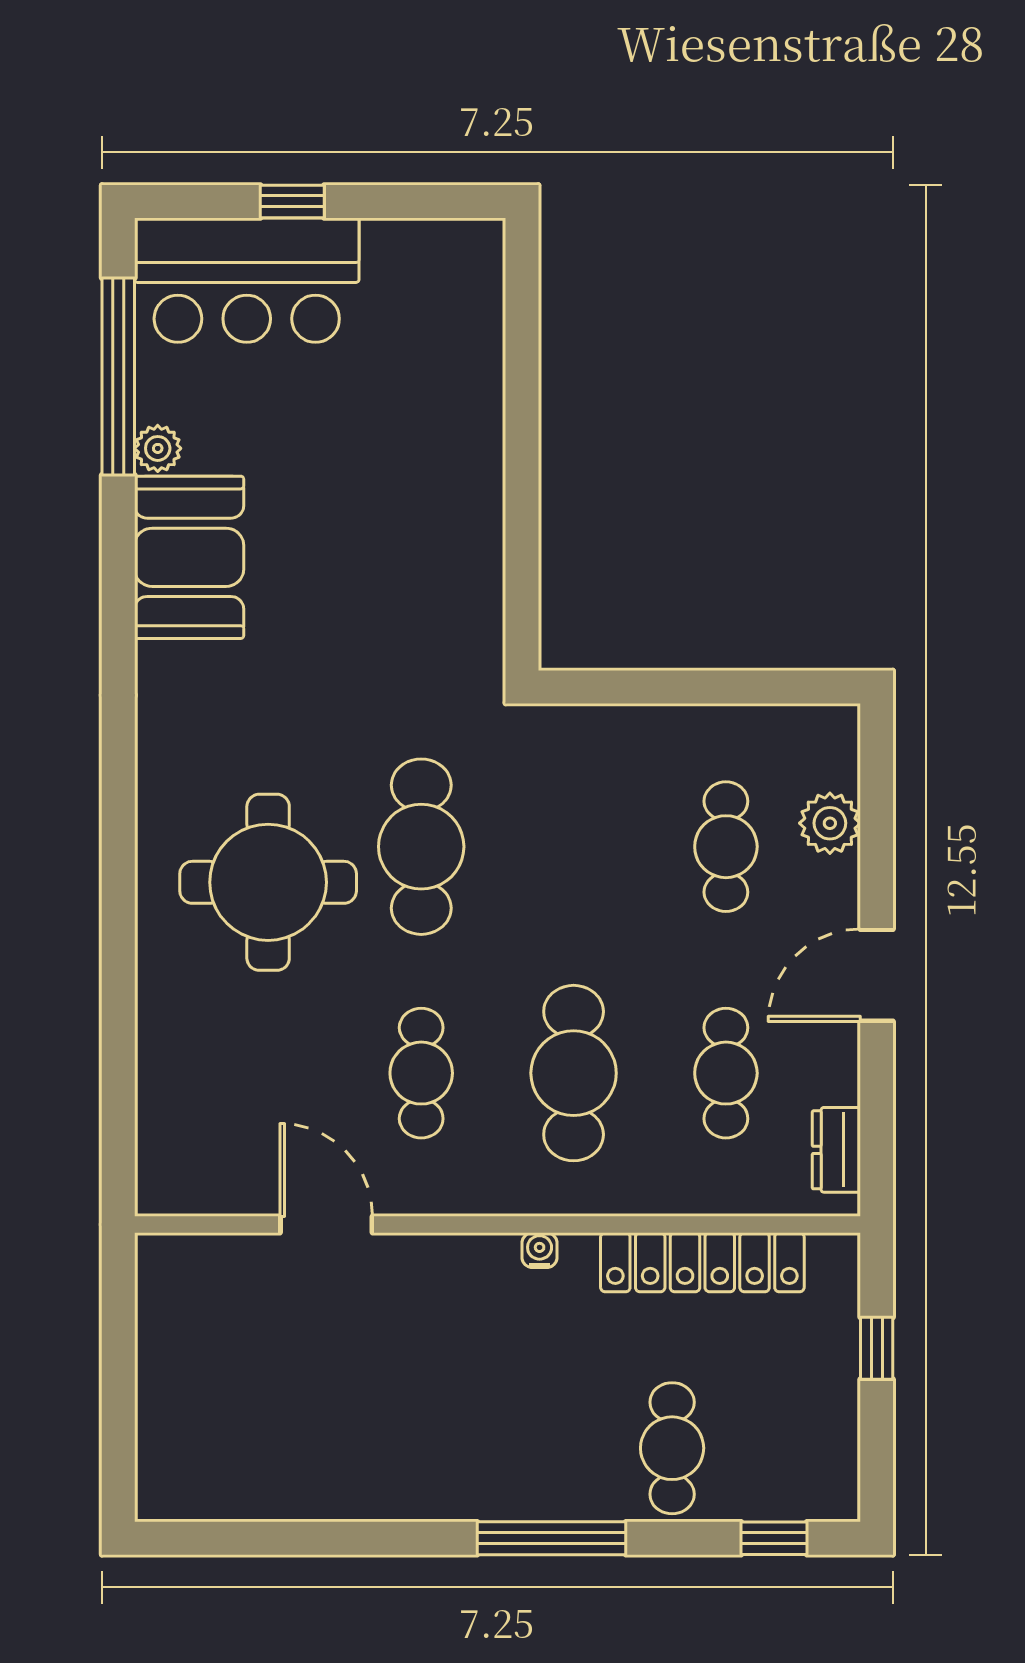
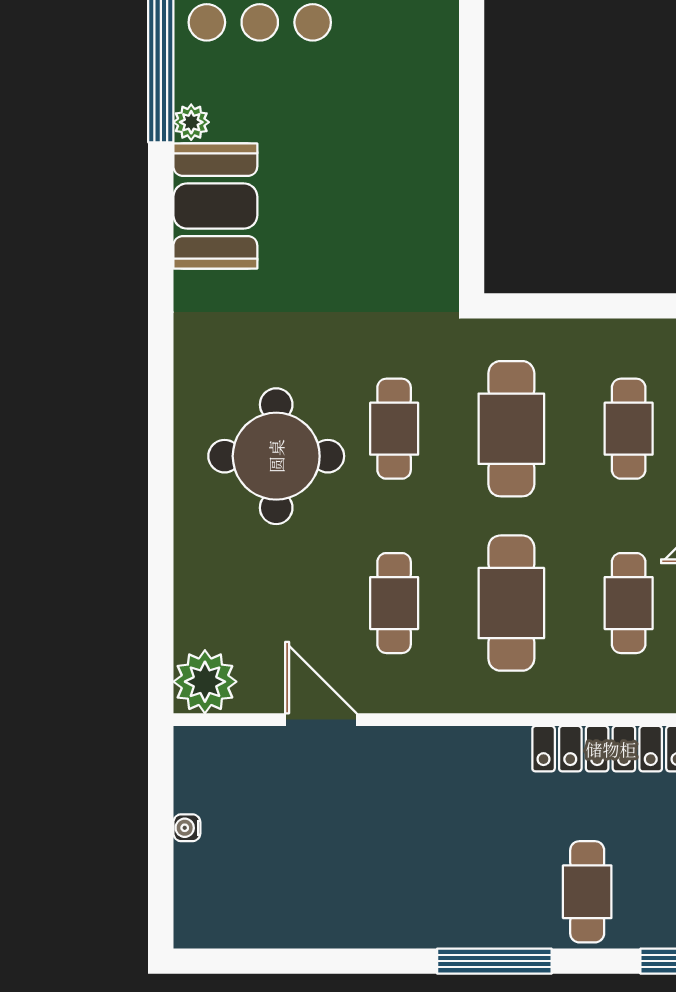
cafe table: (421, 847) -> (394, 429), width x0.73, depth x0.74
cafe table: (574, 847) -> (511, 429), added
plant: (176, 1175) -> (205, 682), added
water cooler: (540, 1250) -> (187, 828), moved, turned -90

